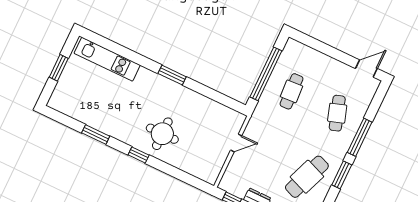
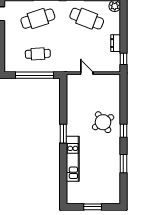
kitchen unit: (107, 59) -> (73, 159), moved
cafe table: (337, 113) -> (38, 19), width x1.37, depth x1.35
round table: (162, 134) -> (103, 122), turned -32

